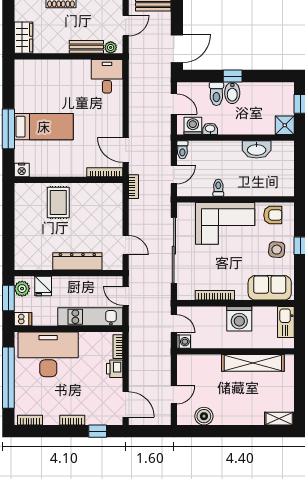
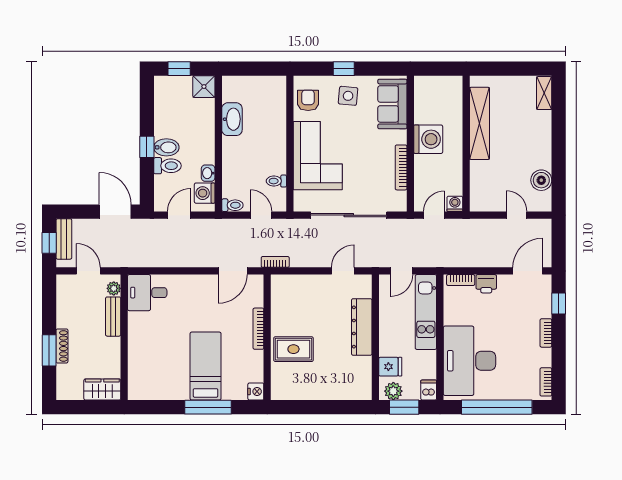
bookcase: (105, 172) -> (258, 329), moved
toilet: (218, 188) -> (276, 181), moved
kitchen sink: (286, 322) -> (432, 85), removed

